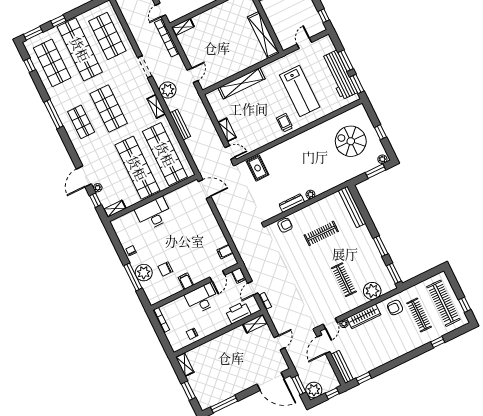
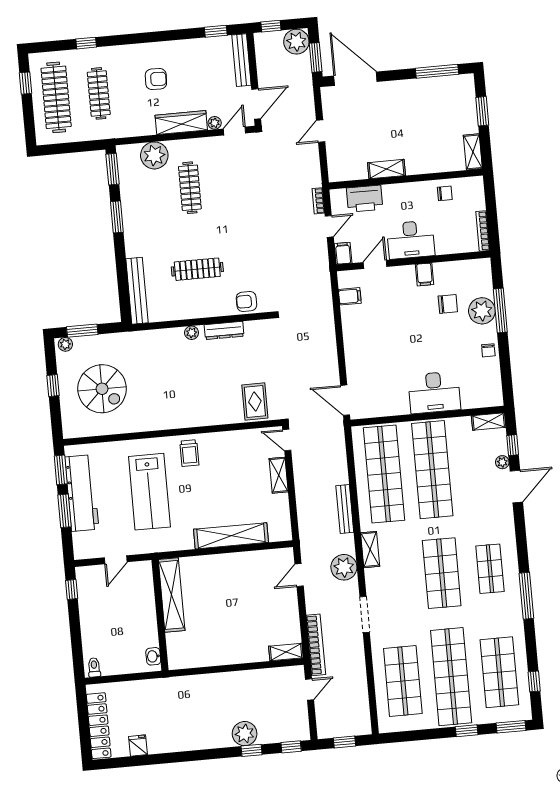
lab bench: (300, 91) -> (149, 492), turned 180
armchair: (395, 308) -> (156, 79), moved
shelving: (255, 324) -> (386, 169), moved

